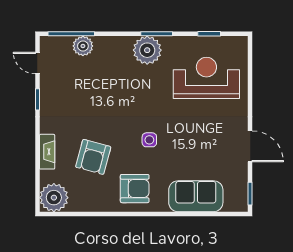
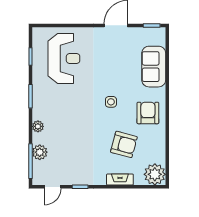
plant: (147, 50) -> (38, 126), moved, width x0.53, depth x0.53
reception desk: (206, 78) -> (64, 59), turned 180

